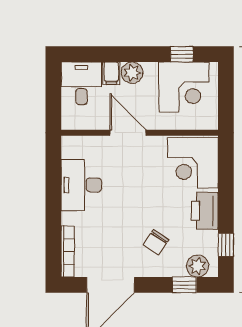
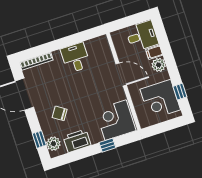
door: (128, 133) -> (121, 74), hinge flipped
desk: (81, 185) -> (75, 58), width x0.73
printer: (205, 211) -> (77, 141), moved
window: (226, 245) -> (107, 145), moved

